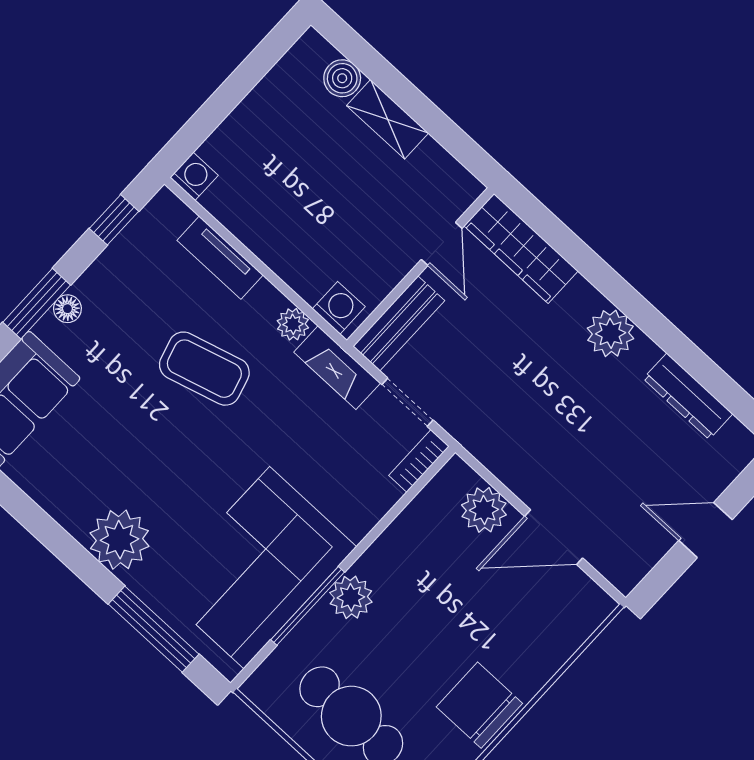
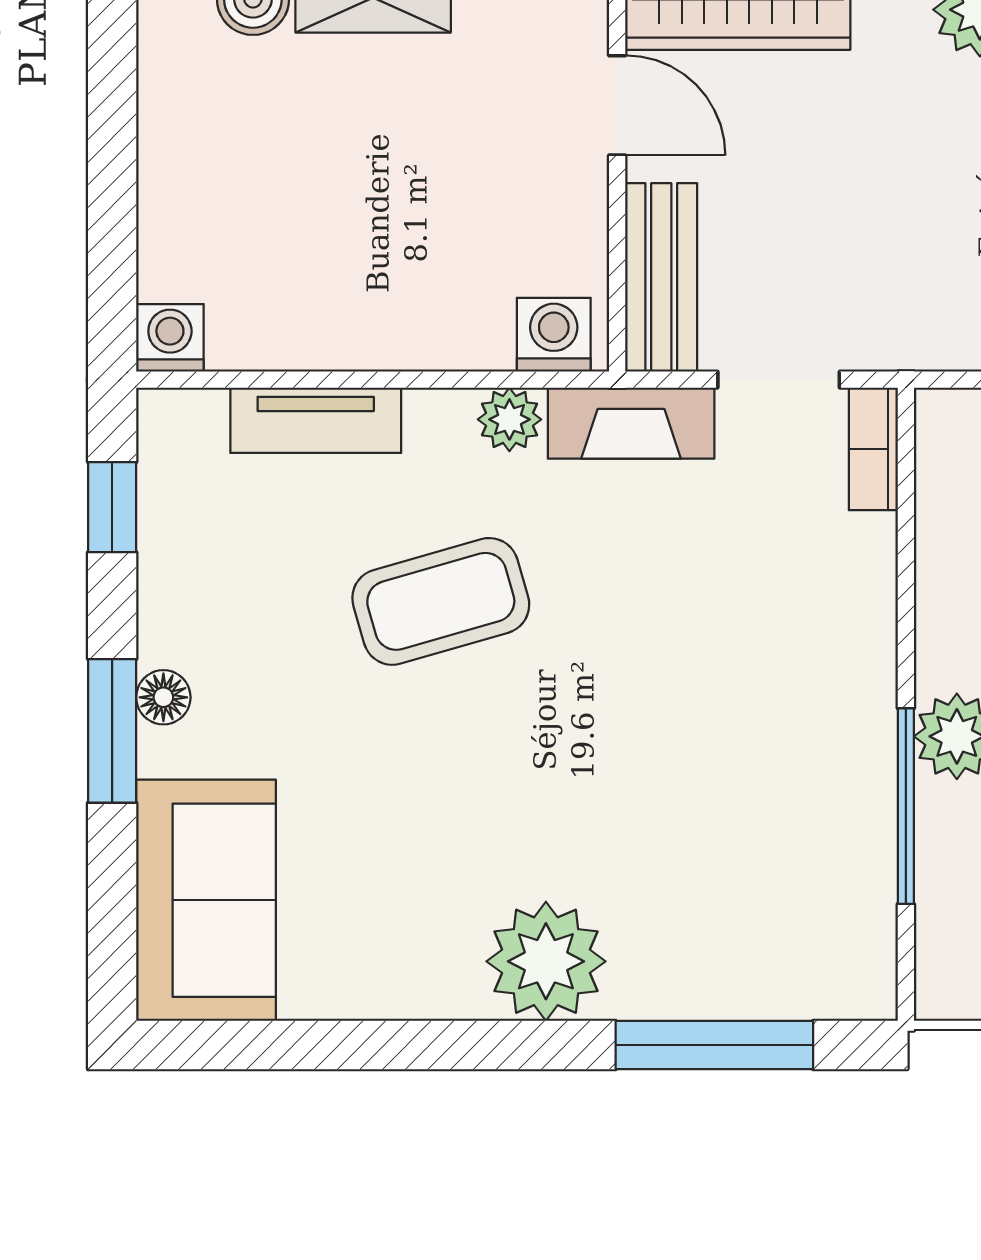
corner sofa: (257, 568) -> (781, 819), removed

